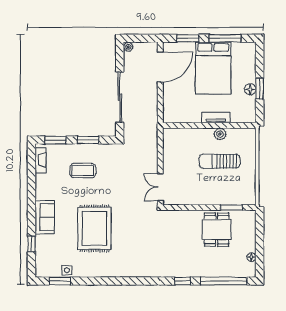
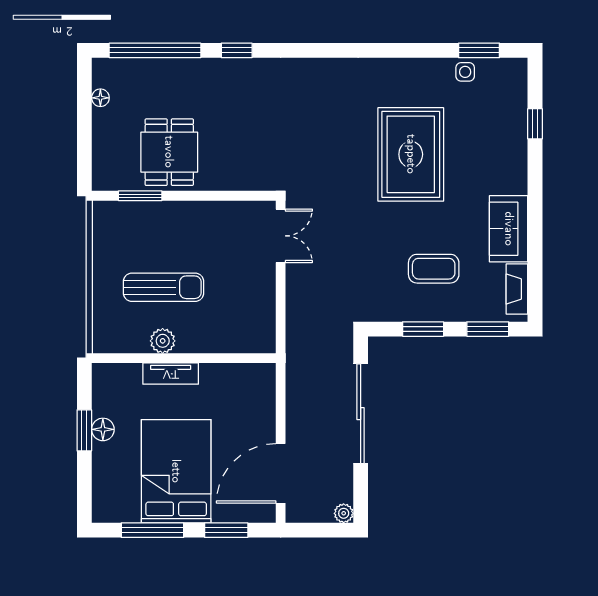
sofa: (45, 217) -> (509, 229), moved

